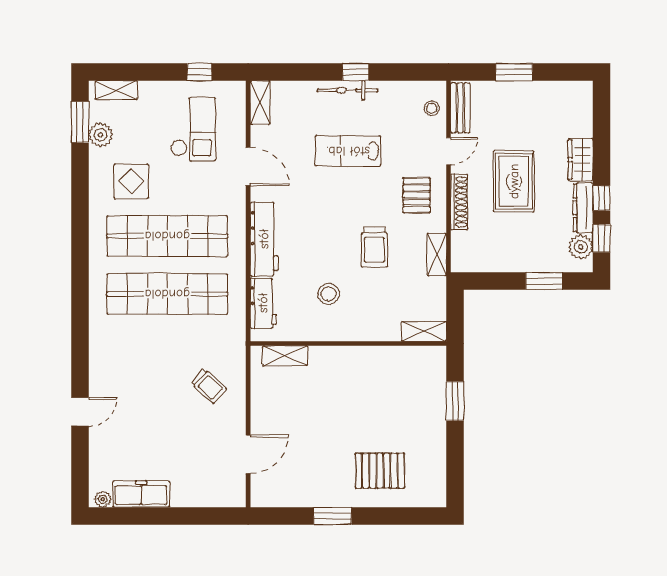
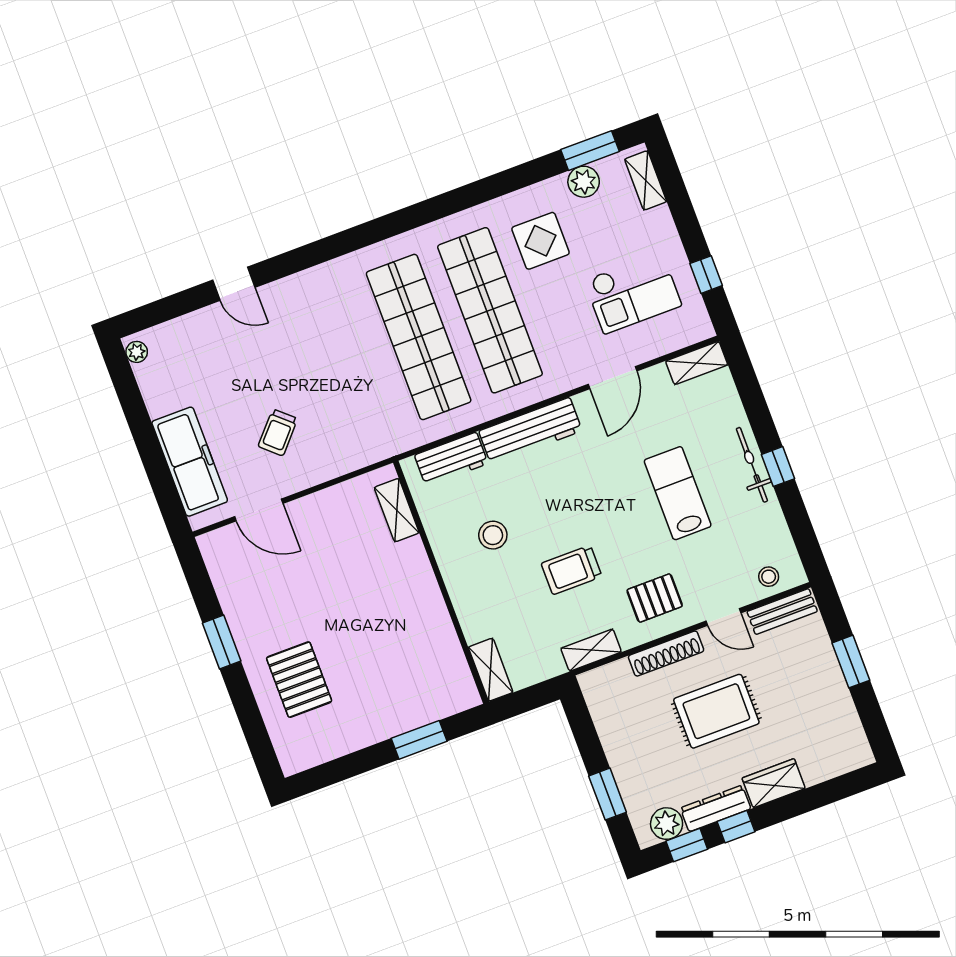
trolley: (209, 386) -> (278, 432), moved
freezer: (141, 494) -> (190, 462), moved, width x1.36, depth x1.26

